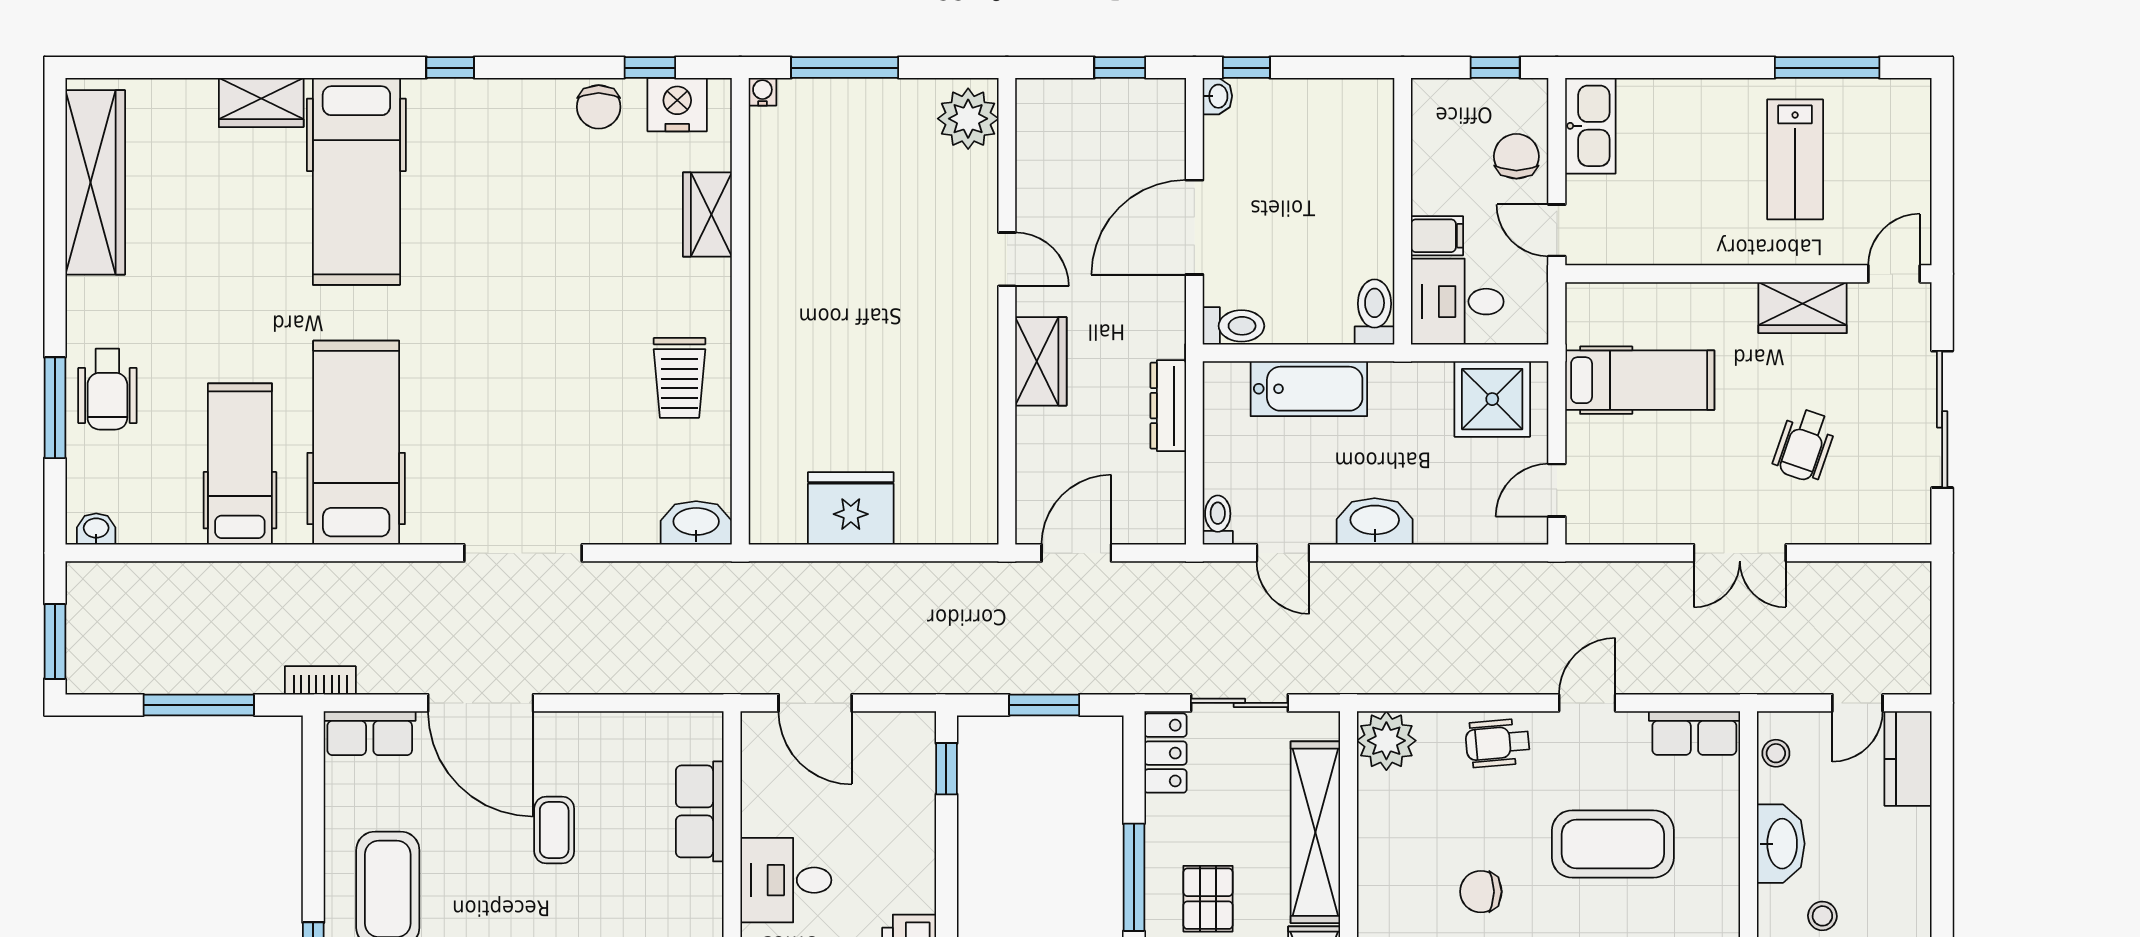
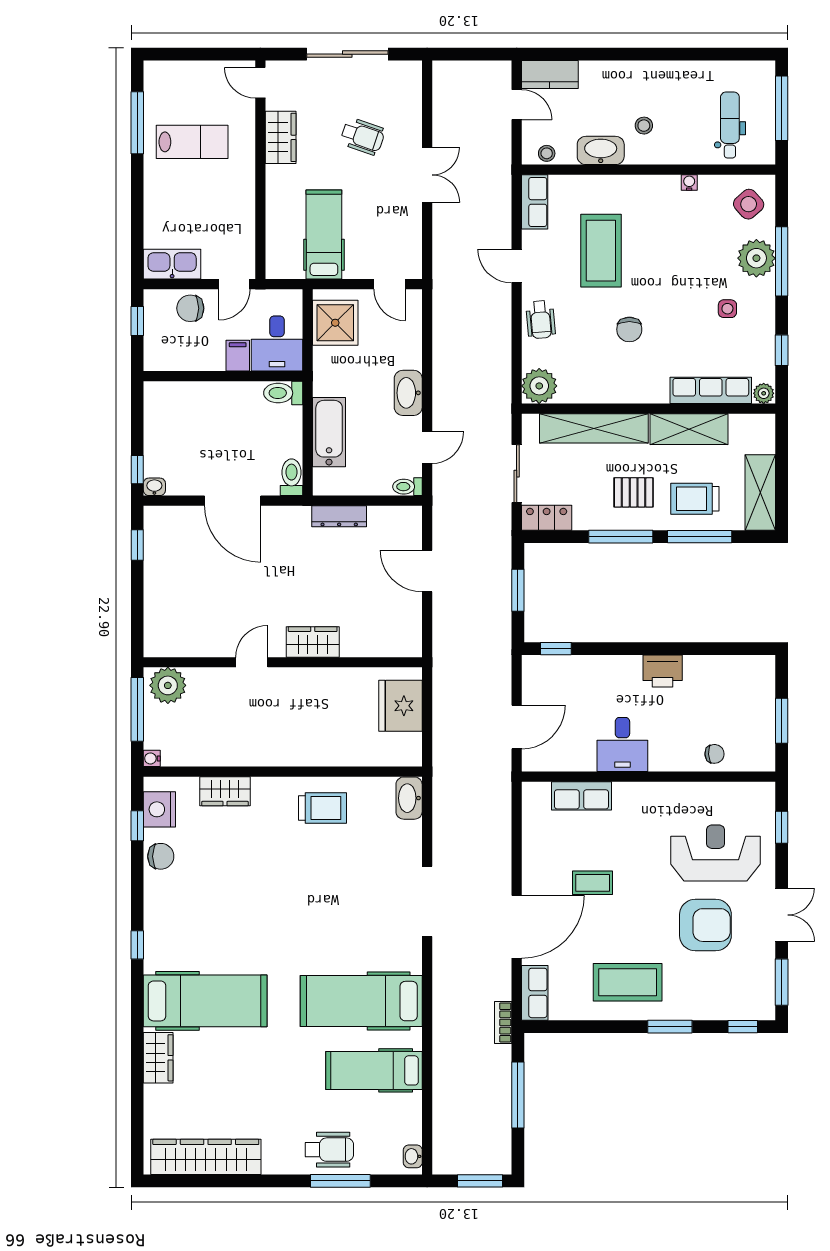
plant: (968, 119) -> (168, 685), moved
door: (1007, 259) -> (252, 662), moved
wall: (1007, 311) -> (283, 662), moved
wardrobe: (1041, 361) -> (313, 642), moved

